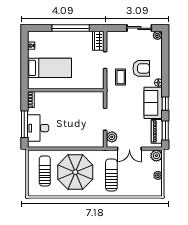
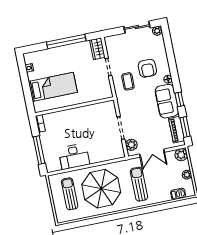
armchair: (141, 68) -> (147, 68), turned 90
desk: (38, 128) -> (74, 156), moved, turned -90
barbecue: (146, 192) -> (178, 194), added

